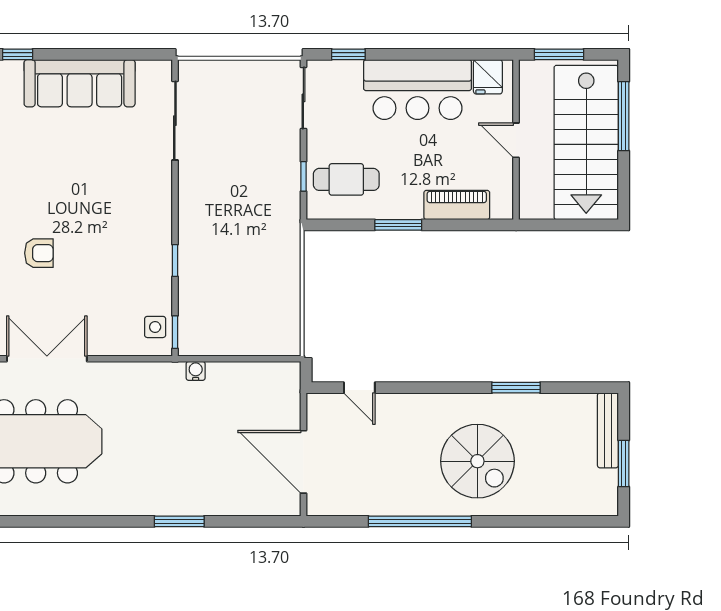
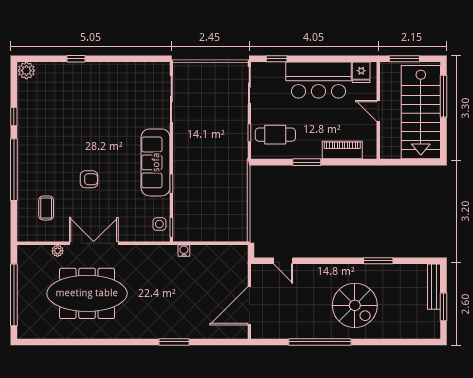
sofa: (80, 83) -> (156, 162), moved, turned 90
door: (303, 462) -> (249, 306), hinge flipped

